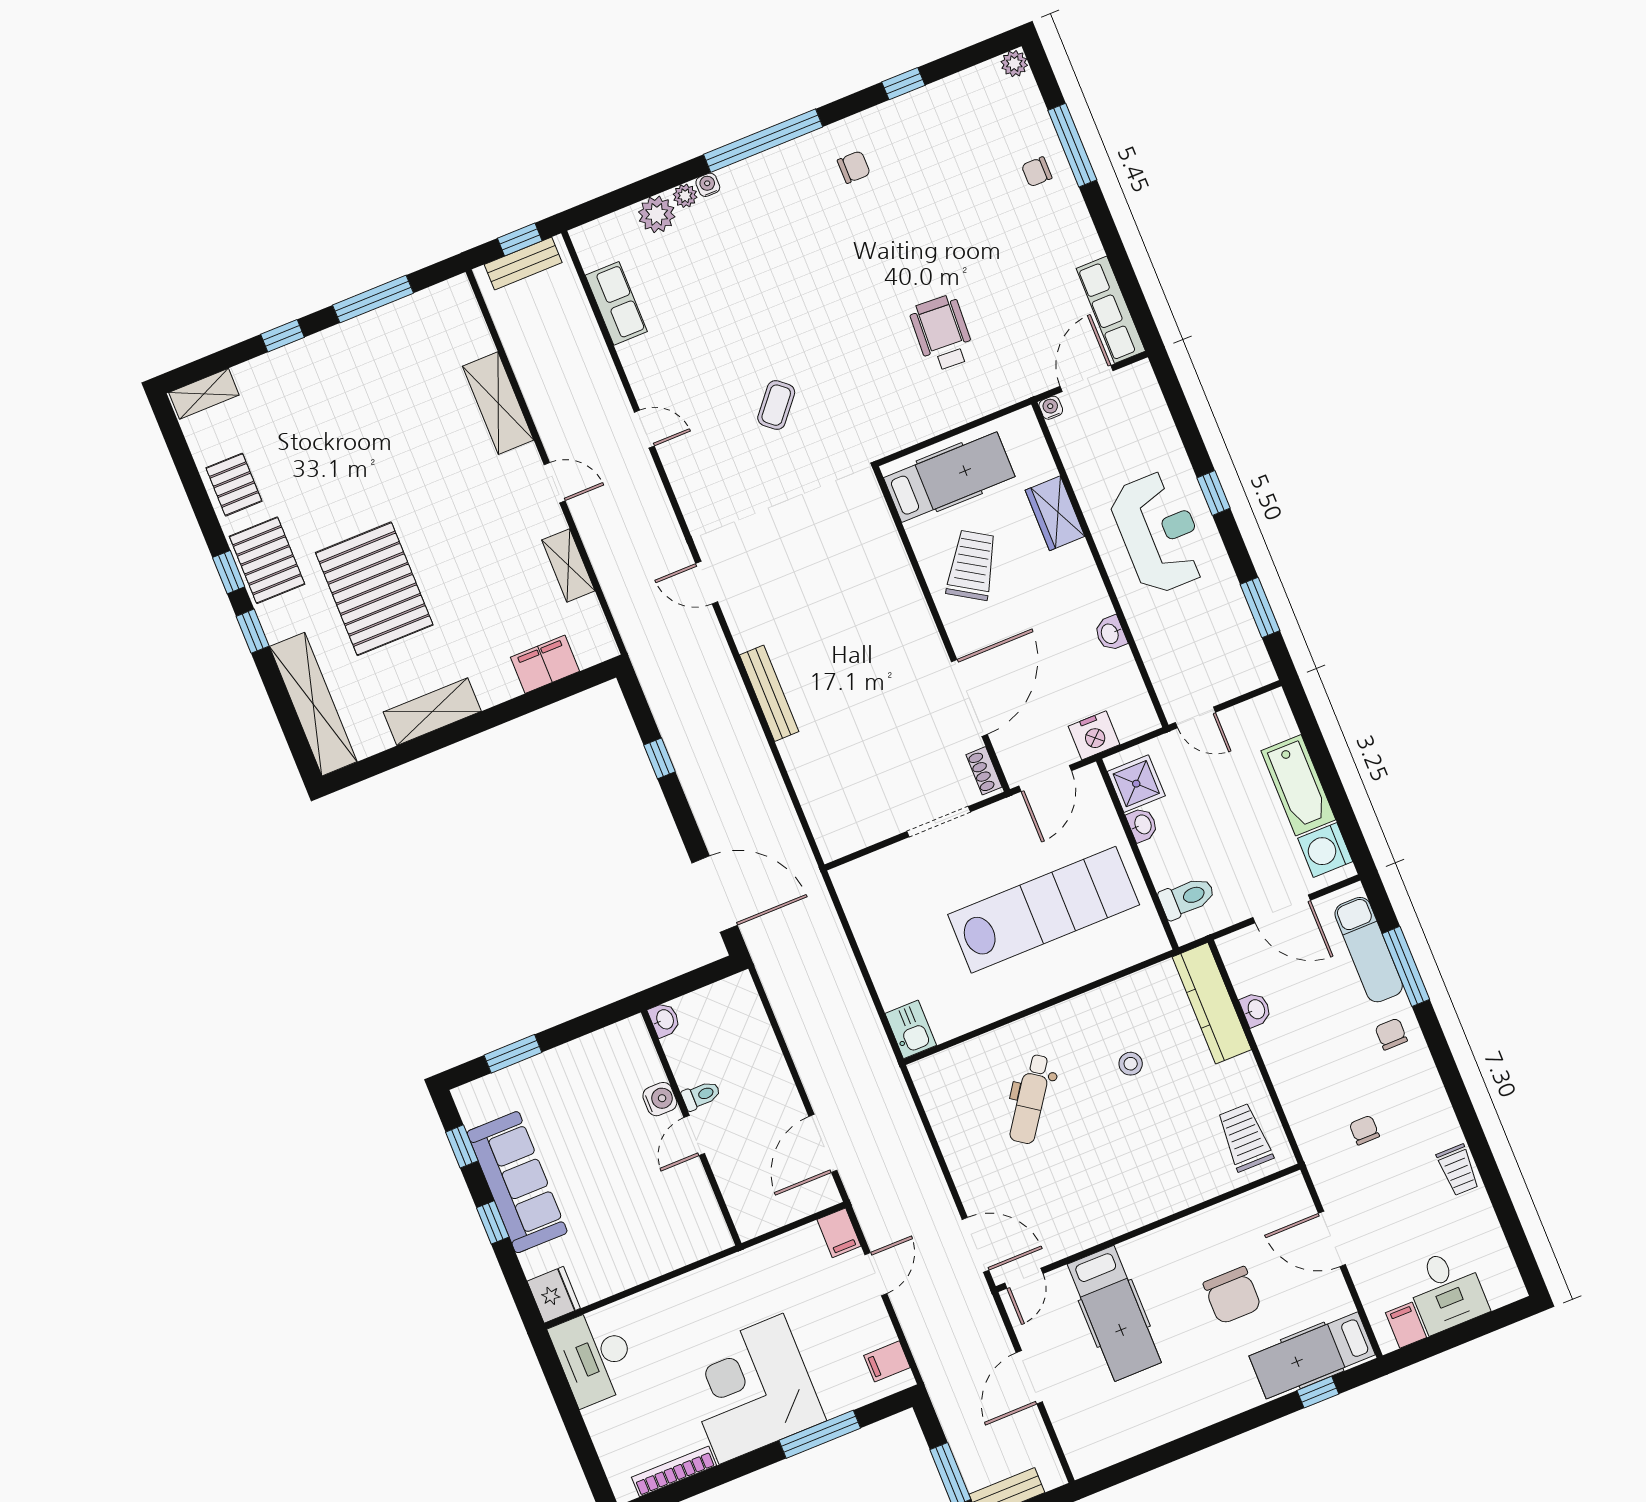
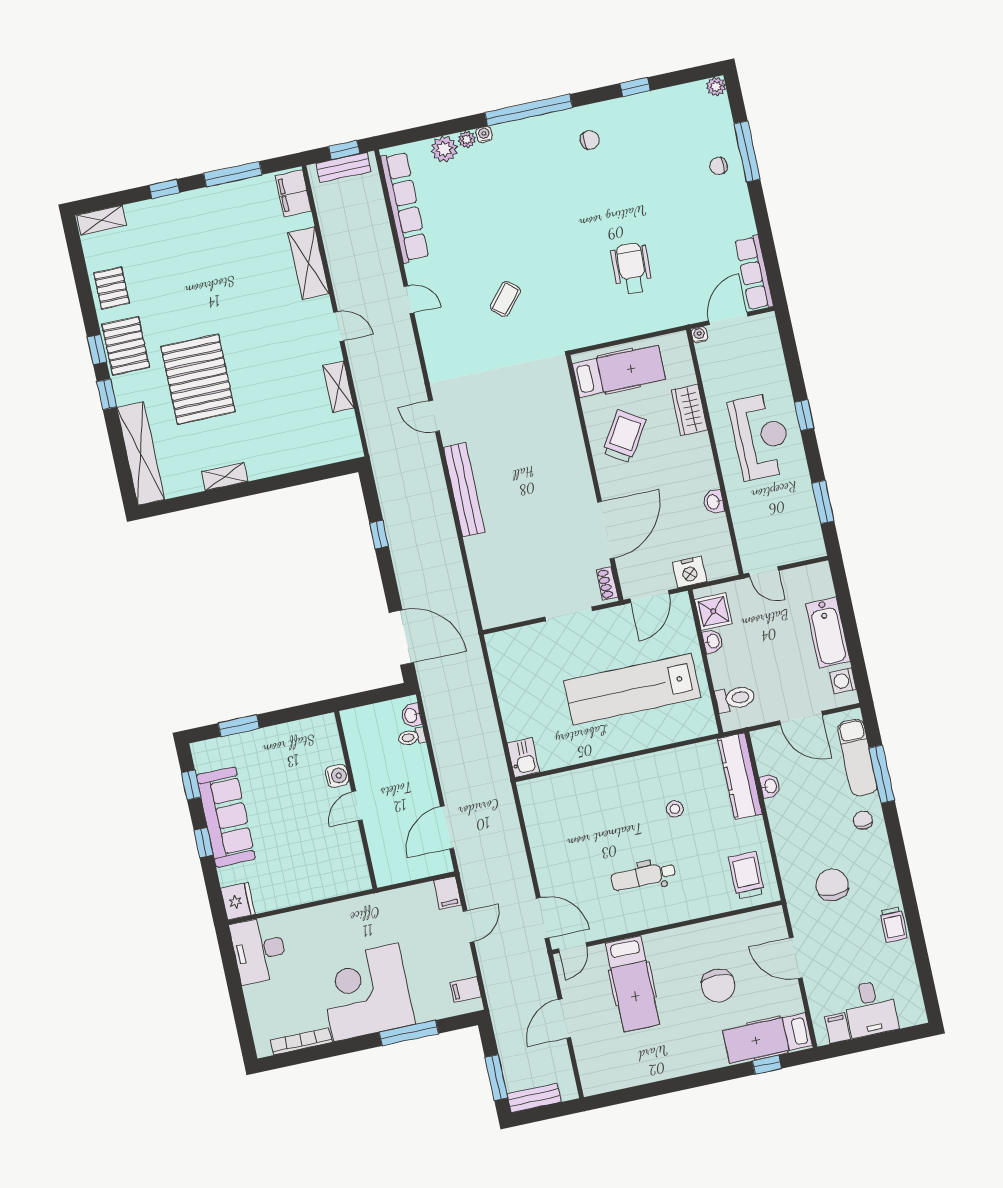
row of seats: (616, 303) -> (405, 207), width x2.02
filing cabinet: (545, 664) -> (293, 193), moved, turned -90
bench: (769, 693) -> (464, 490), width x1.37, depth x1.21
shelving: (432, 712) -> (225, 477), width x0.67, depth x0.75
washing machine: (1325, 850) -> (843, 681), width x0.73, depth x0.73
lab bench: (1044, 910) -> (632, 689), turned 180
washbasin: (664, 1020) -> (411, 715), moved, turned 180
toilet: (701, 1095) -> (412, 737), moved, turned 180
dental chair: (1031, 1099) -> (643, 876), moved, turned 55
chair: (1364, 1130) -> (832, 885), width x1.87, depth x1.87

